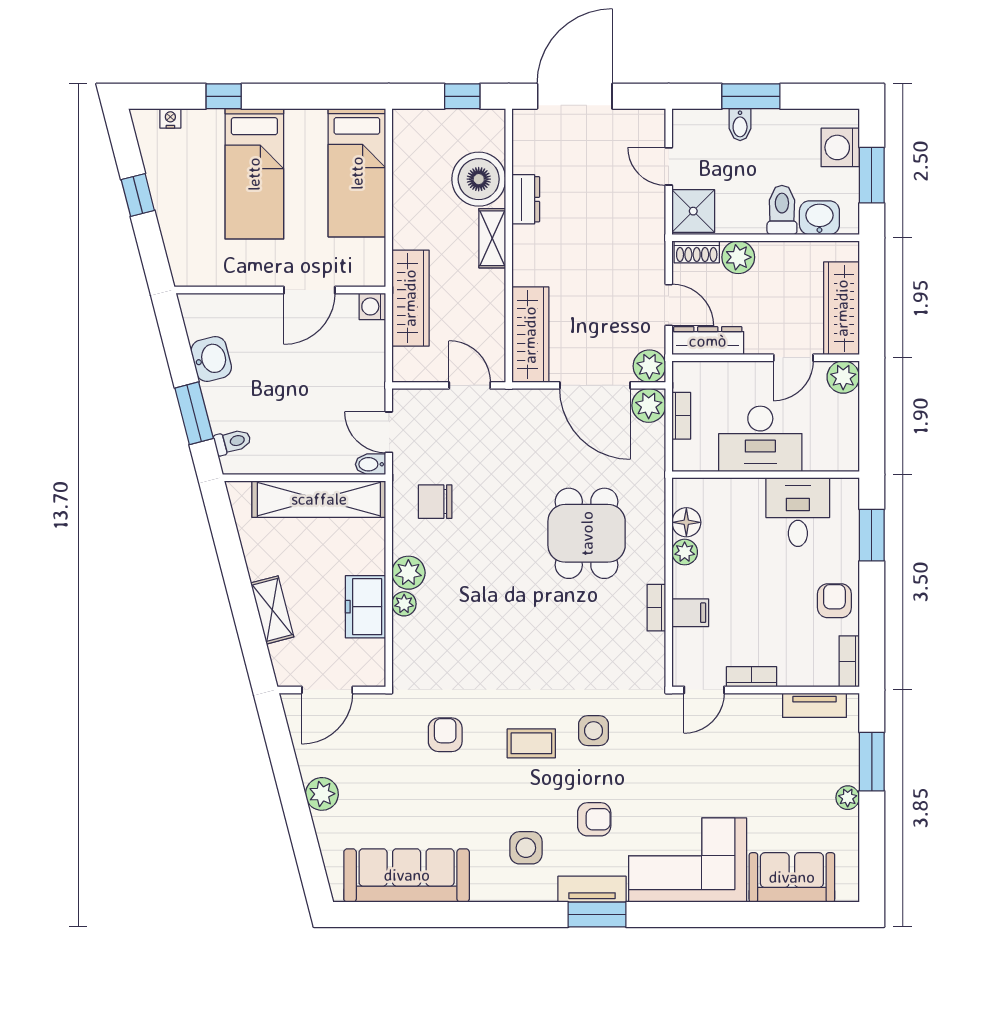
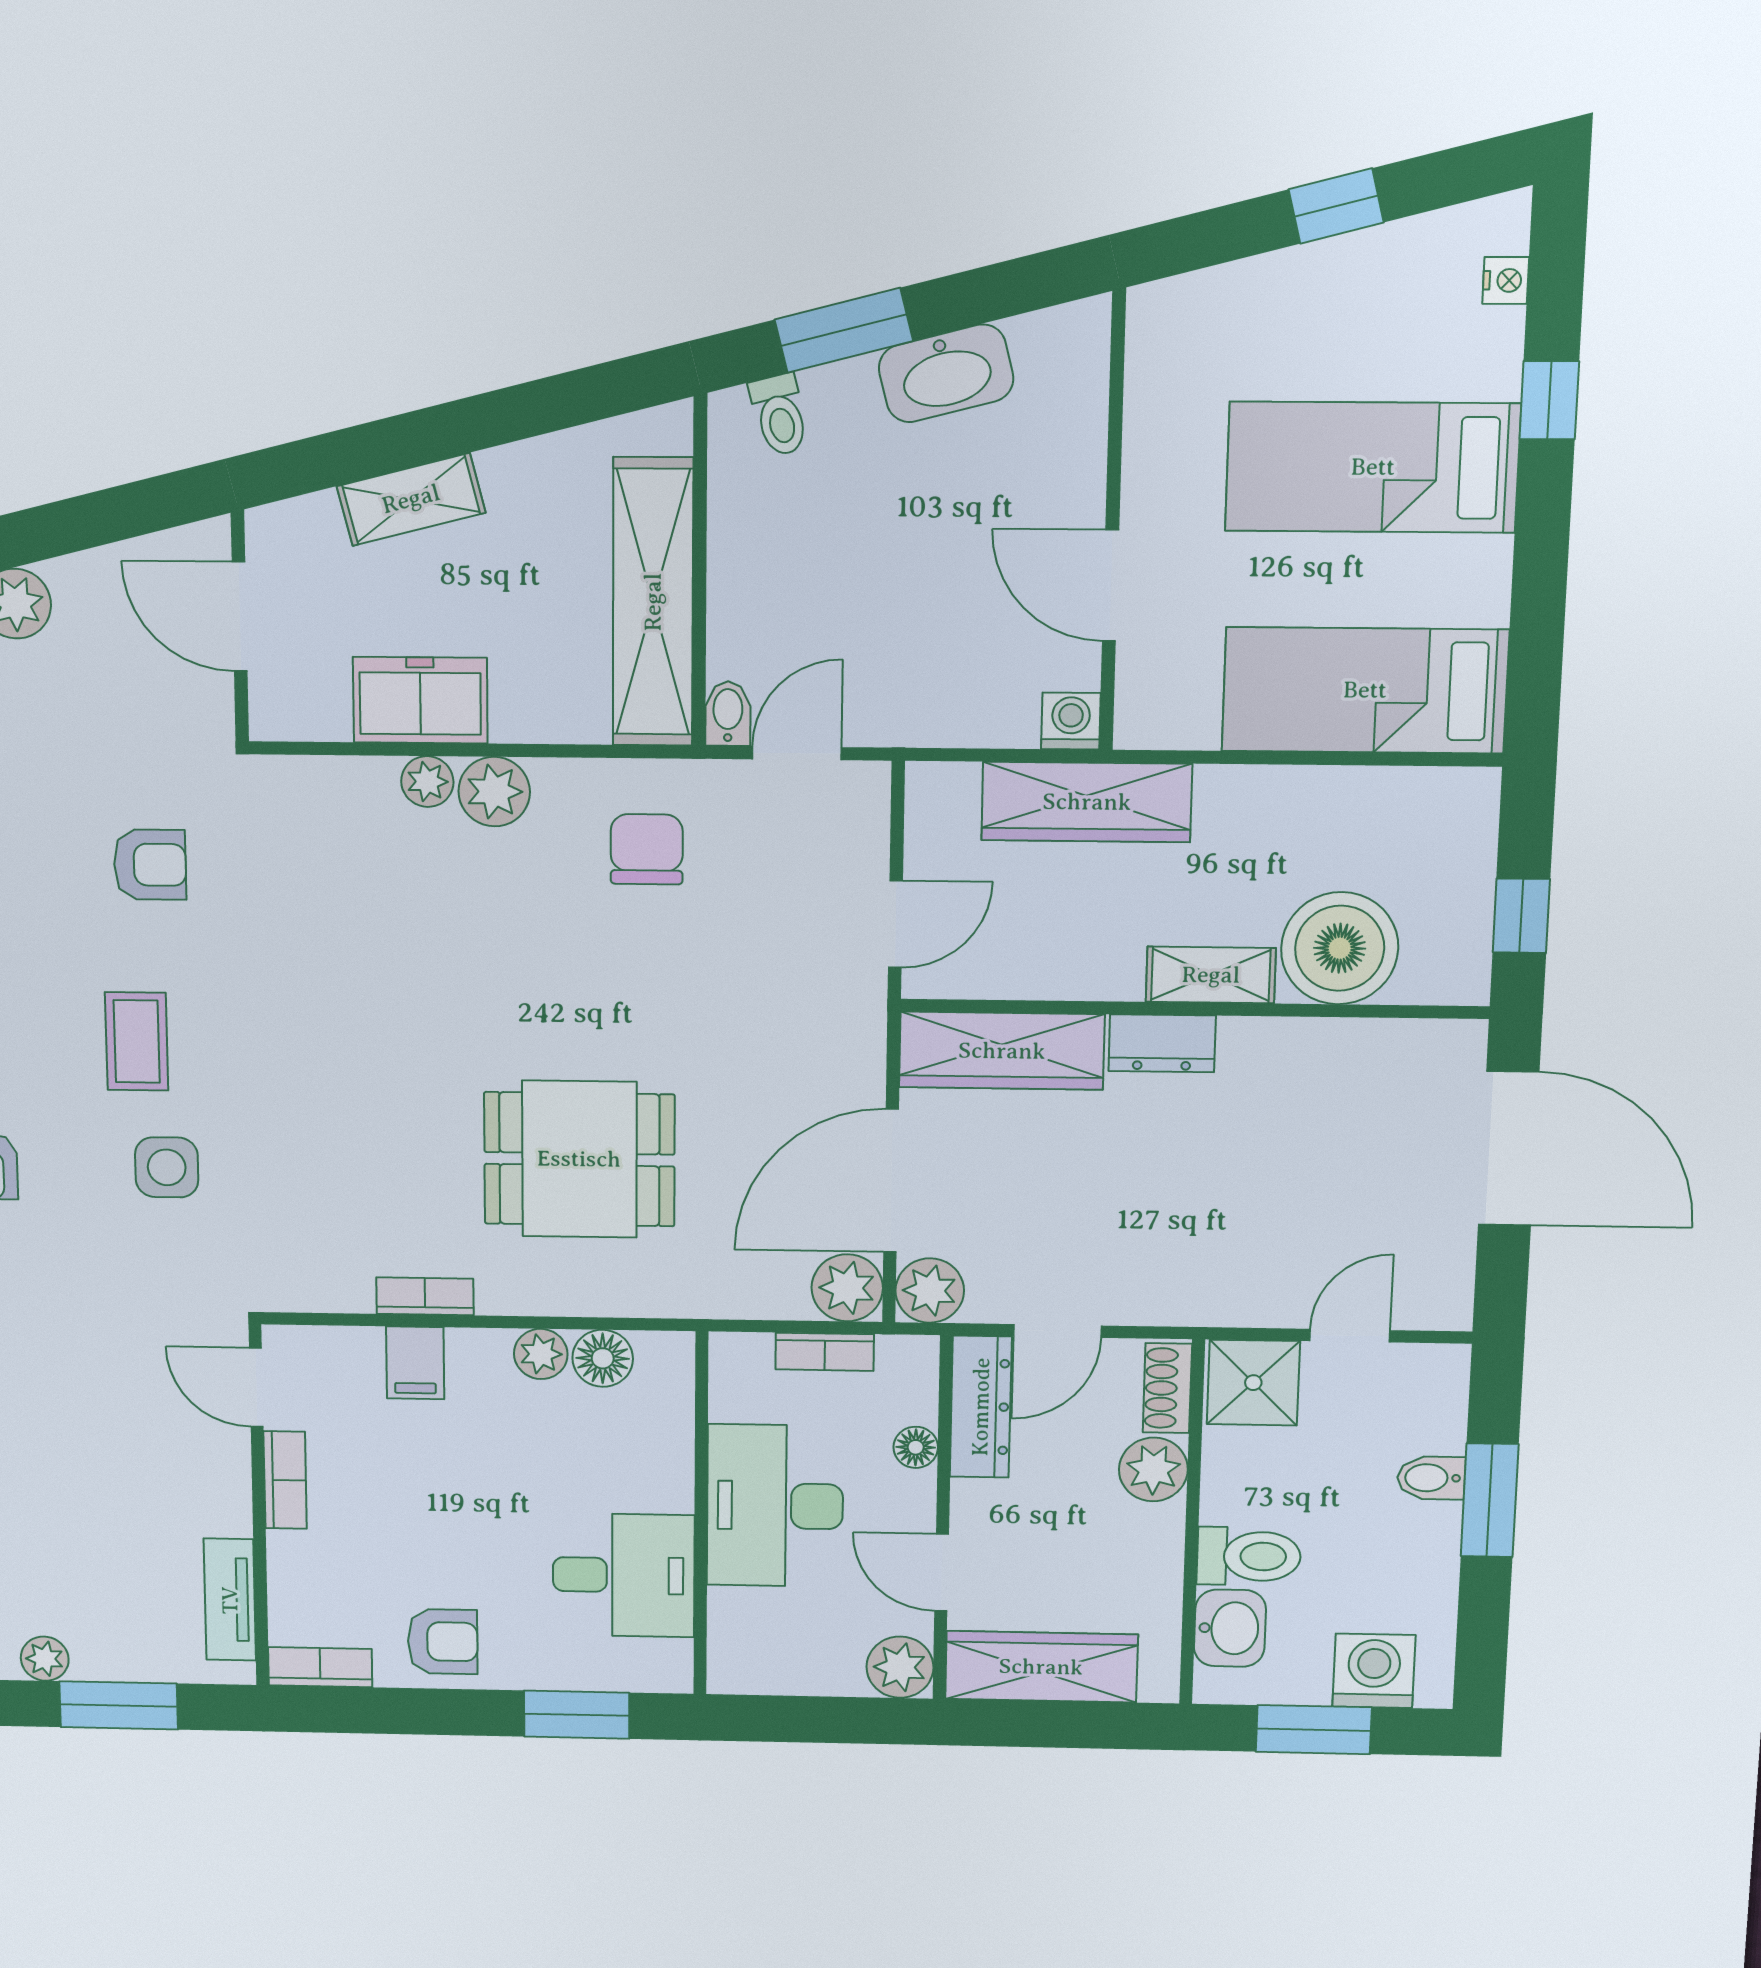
dresser: (526, 199) -> (1162, 1043), moved
washbasin: (211, 359) -> (946, 373), width x1.38
floor lamp: (729, 371) -> (916, 1447), added

